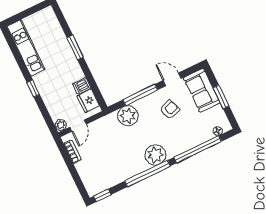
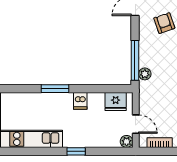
dishwasher: (82, 86) -> (80, 101), moved
window: (140, 95) -> (135, 60), moved
plant: (128, 116) -> (145, 74), width x0.53, depth x0.53

